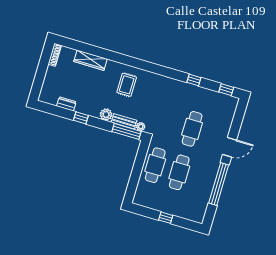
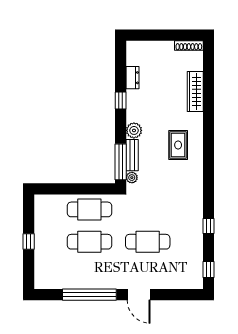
rug: (127, 85) -> (178, 145), turned 90

